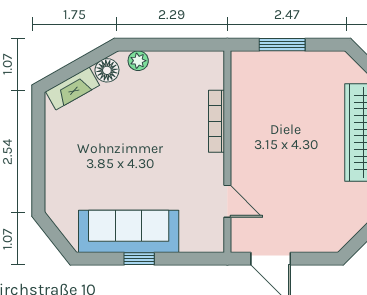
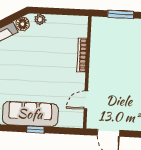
door: (227, 201) -> (86, 100), swing flipped

